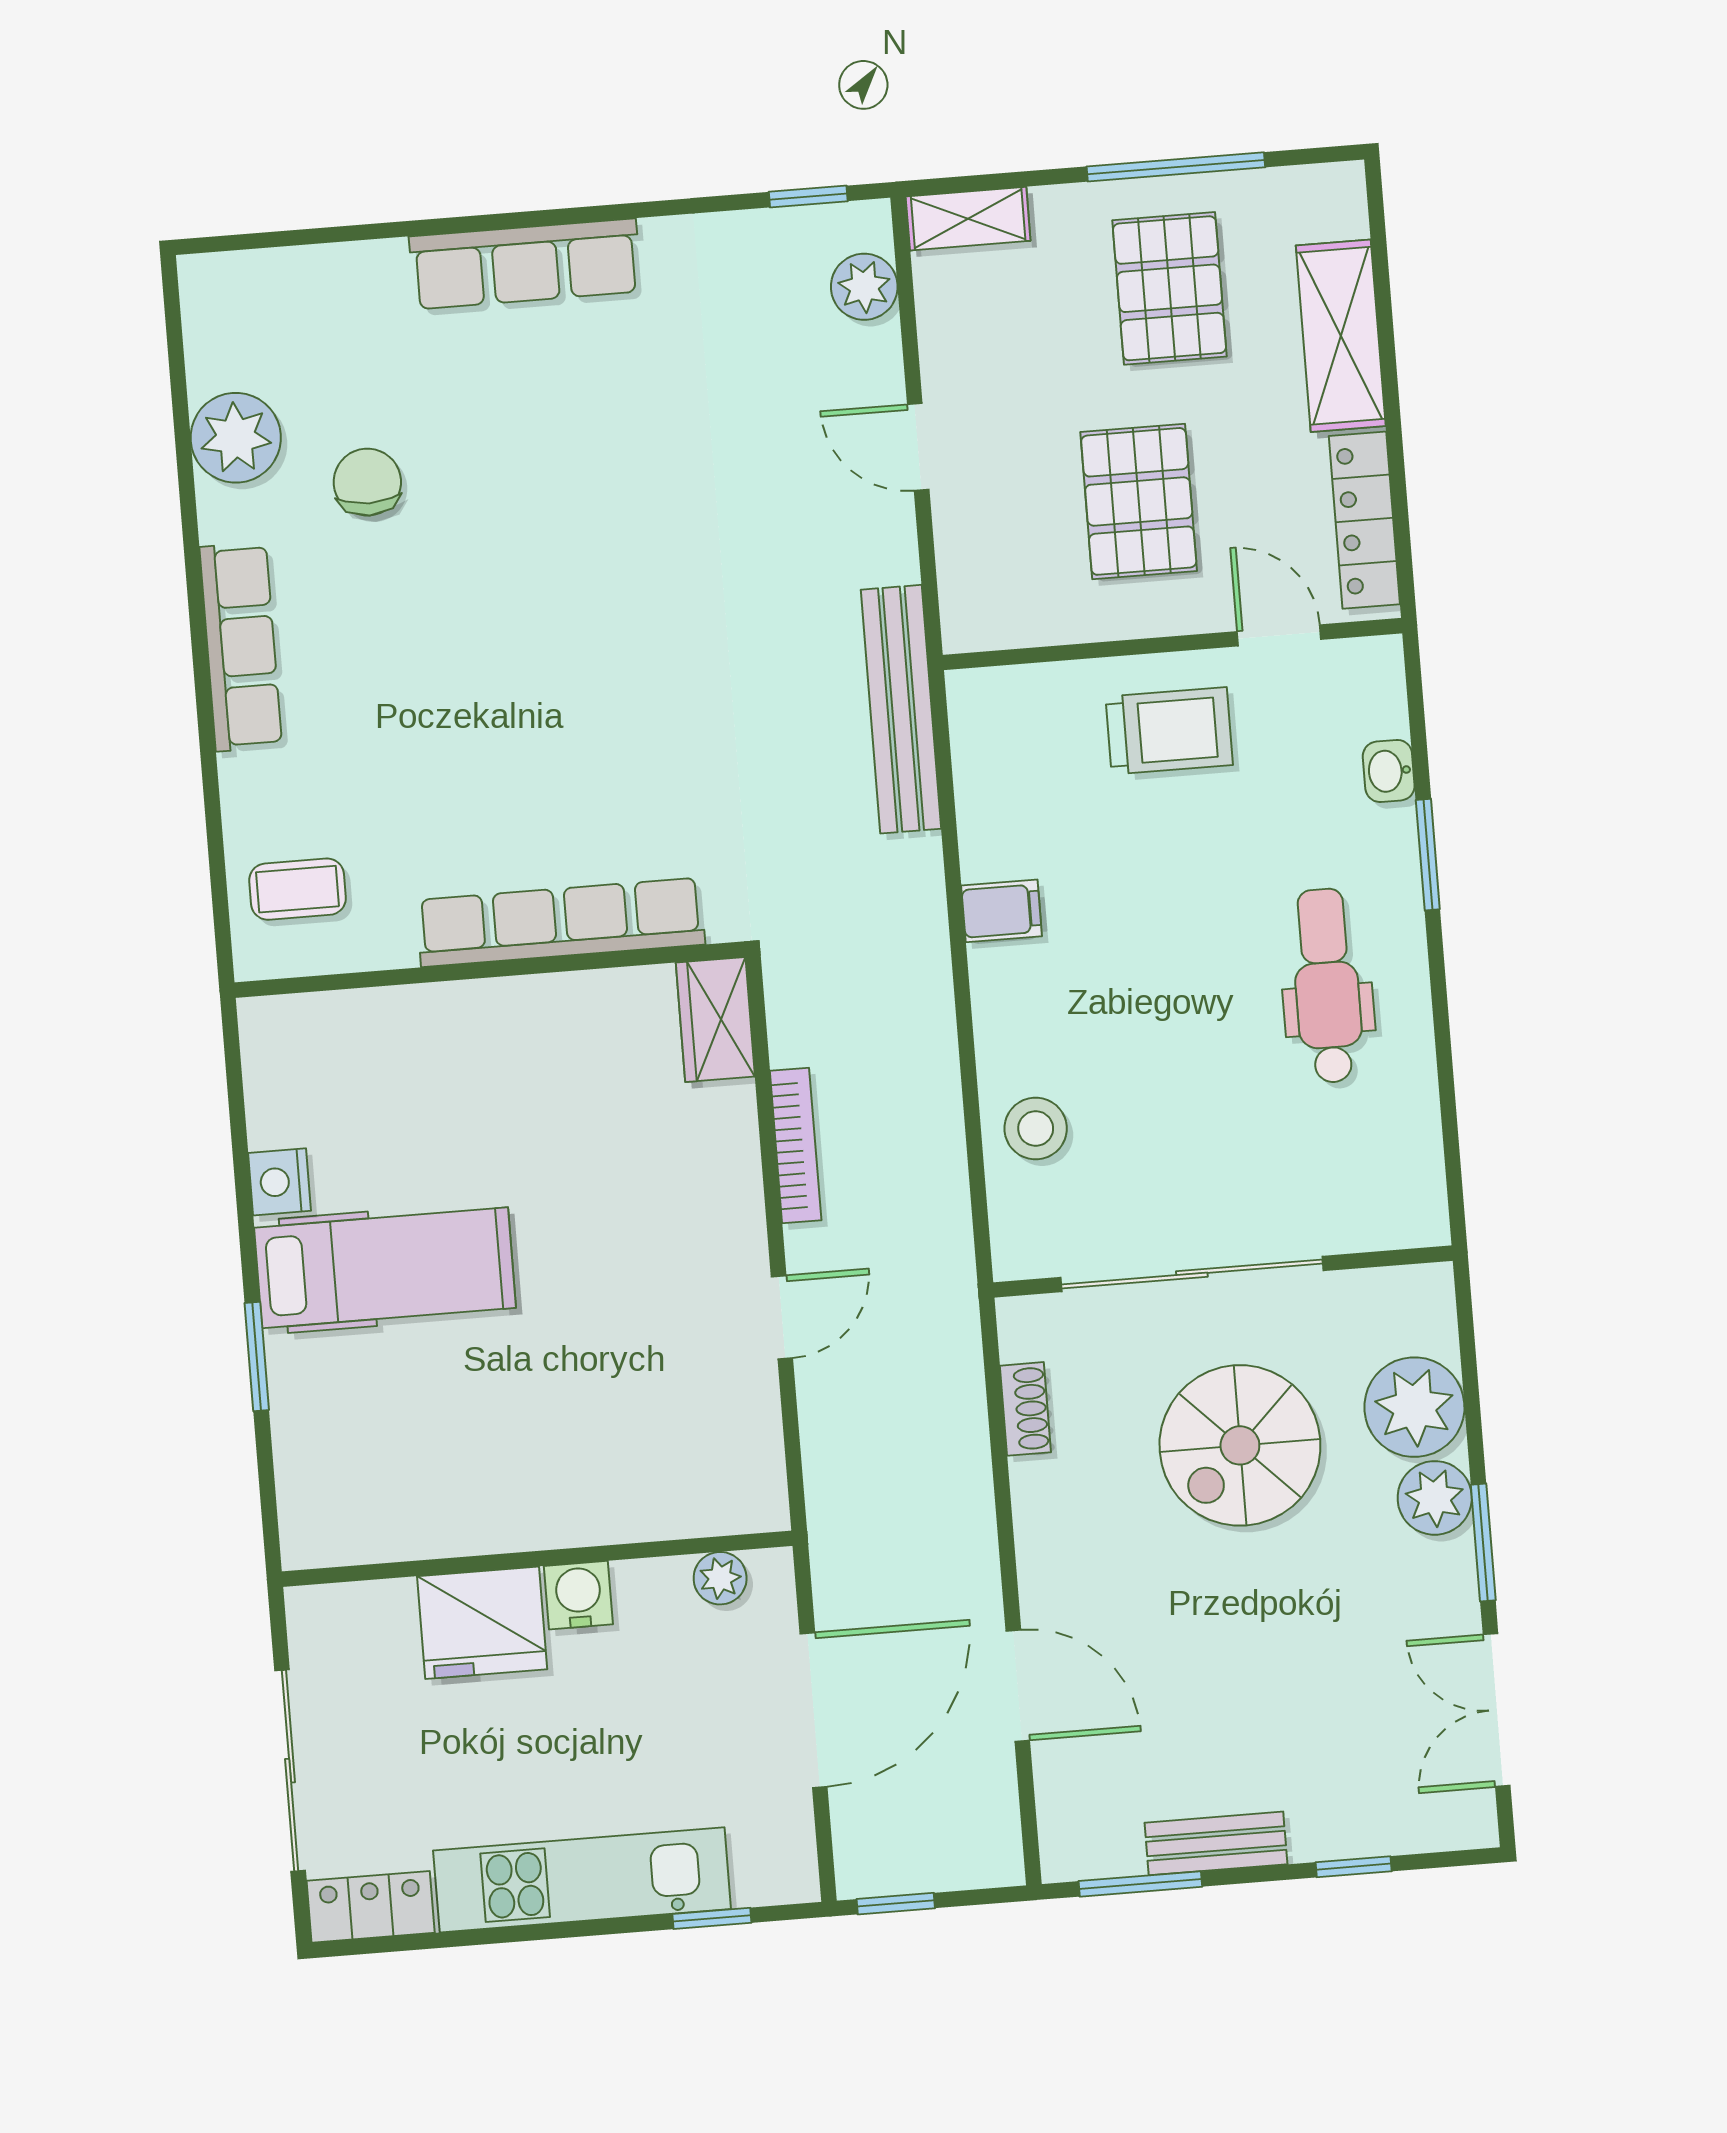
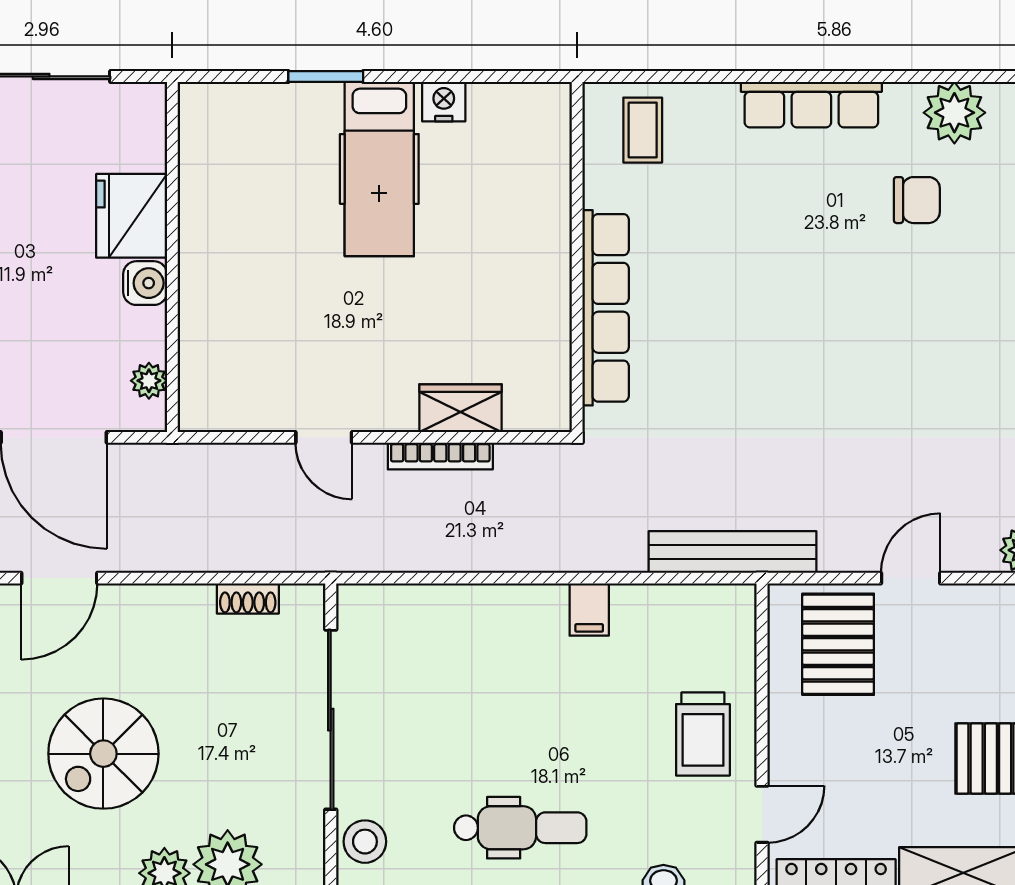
pallet: (1139, 501) -> (838, 644), moved, turned 90
wardrobe: (715, 1019) -> (460, 408), moved
stool: (1036, 1129) -> (365, 842), moved
spiral stairs: (1240, 1445) -> (103, 754), moved, turned -90

